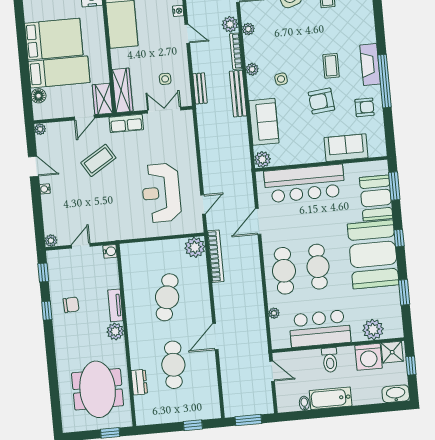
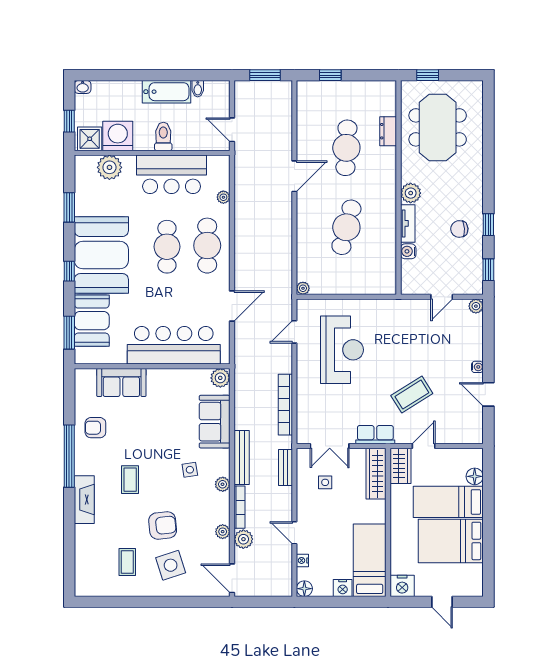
fireplace: (370, 65) -> (84, 500), moved
armchair: (321, 101) -> (163, 525), moved
plant: (40, 129) -> (476, 437), removed
plant: (195, 247) -> (303, 288), width x0.53, depth x0.53
water cooler: (110, 251) -> (408, 251), moved
bookcase: (216, 256) -> (285, 405), moved
washbasin: (396, 394) -> (83, 87), width x0.52, depth x0.69

